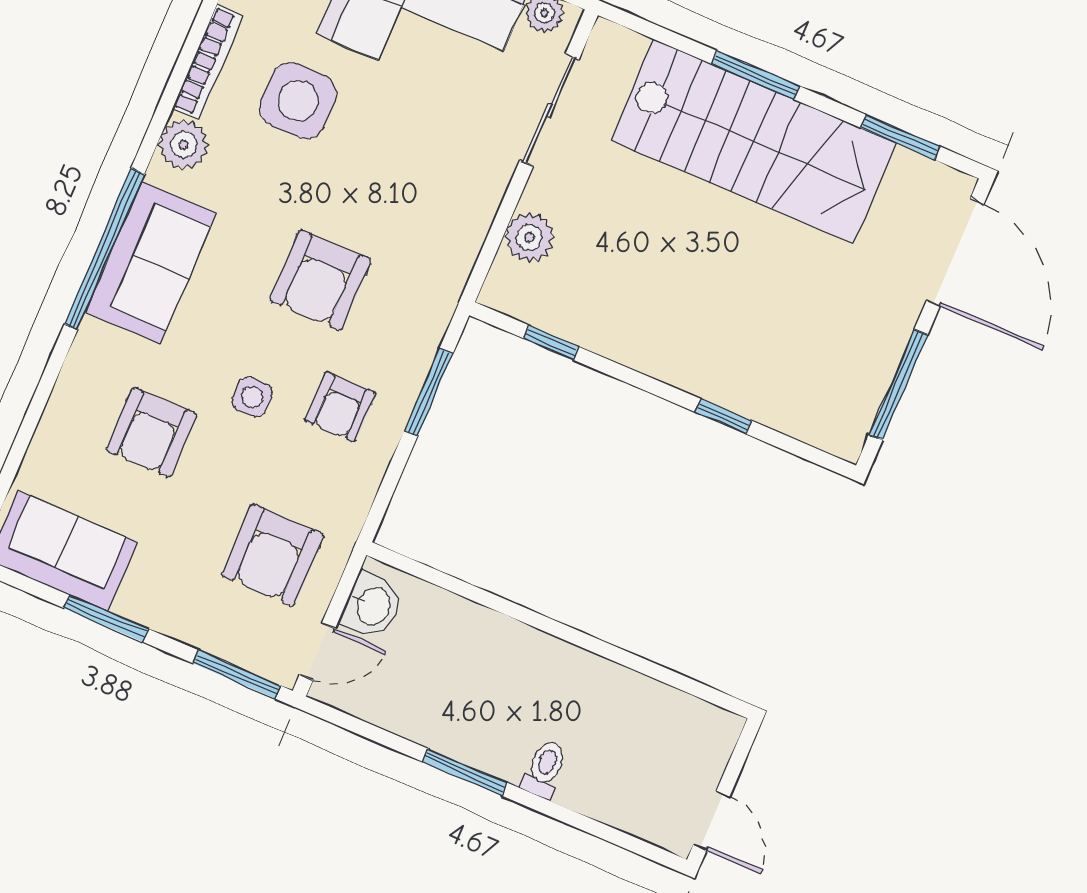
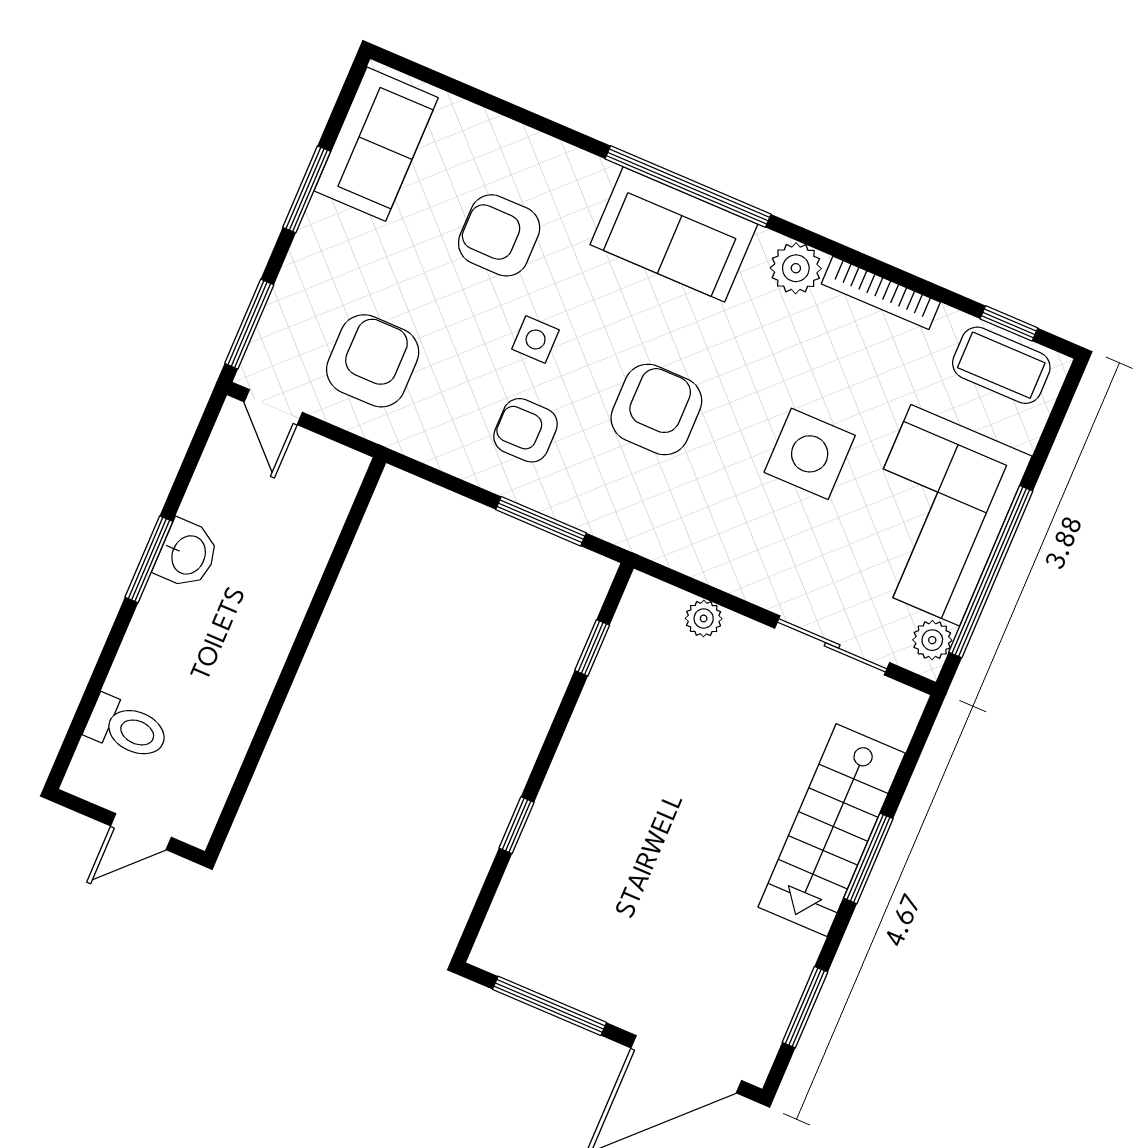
side table: (298, 101) -> (810, 454), moved
stairs: (754, 142) -> (832, 830), width x0.73, depth x0.66
plant: (529, 237) -> (704, 619), width x0.73, depth x0.73
armchair: (320, 280) -> (656, 409), turned 90
armchair: (273, 555) -> (373, 361), turned 90
washbasin: (372, 605) -> (187, 554), moved, turned -90
toilet: (544, 769) -> (127, 728), moved, width x1.37, depth x1.39
door: (711, 821) -> (141, 832), moved

